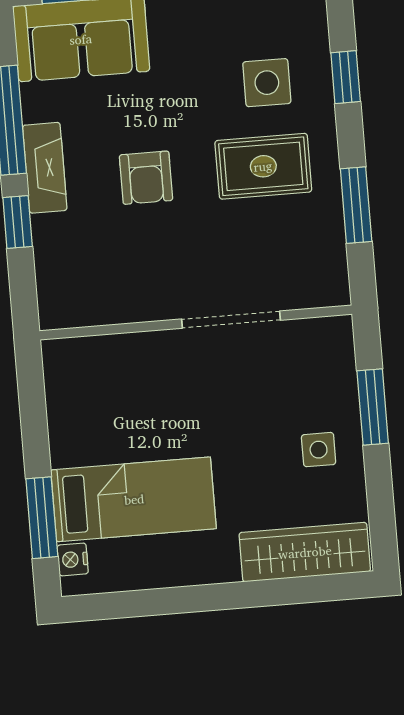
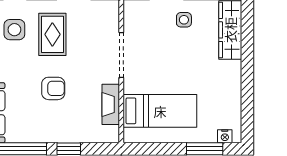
fireplace: (45, 168) -> (111, 104), moved, turned -90
bed: (134, 499) -> (160, 111), moved, turned 90

